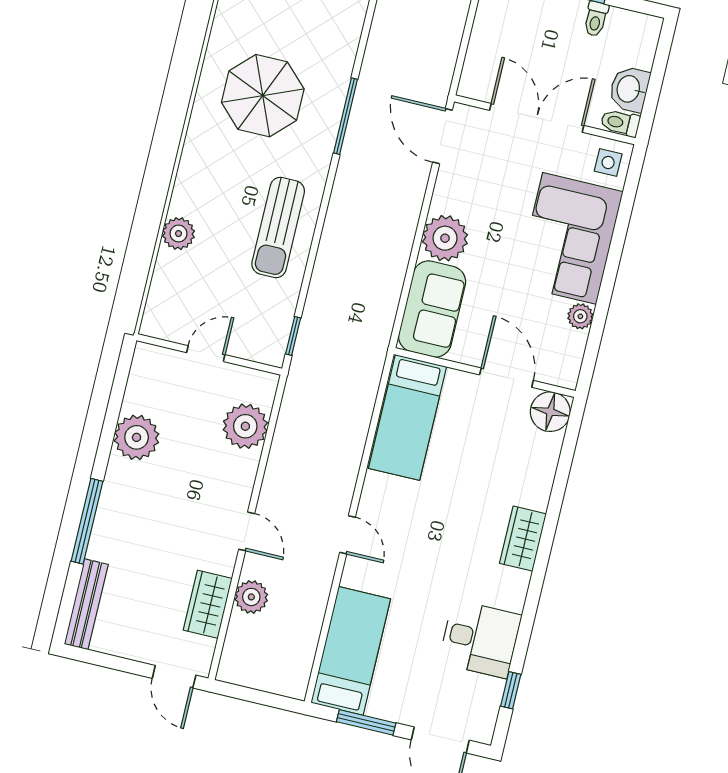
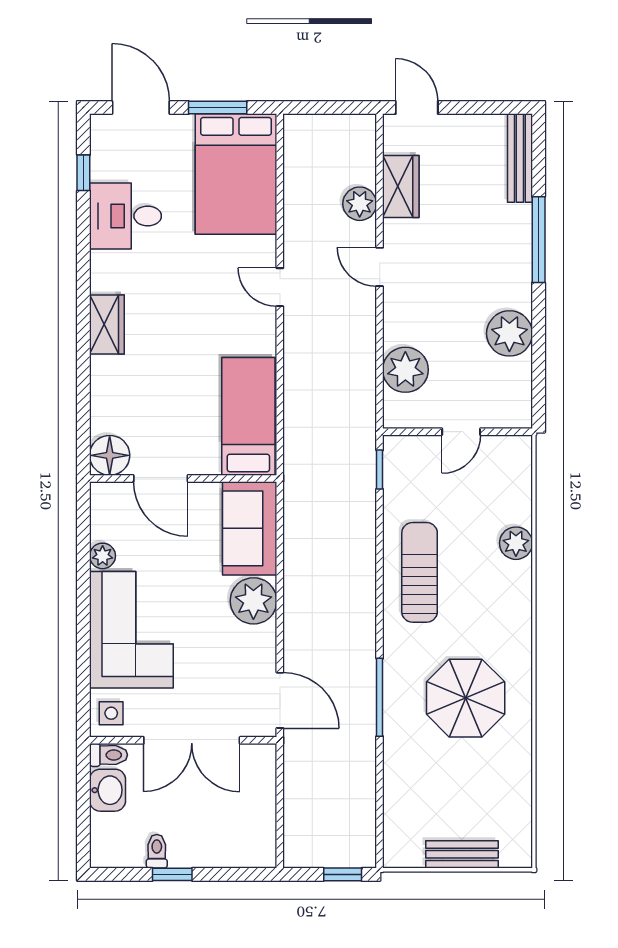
bed: (351, 651) -> (236, 174), width x1.50

